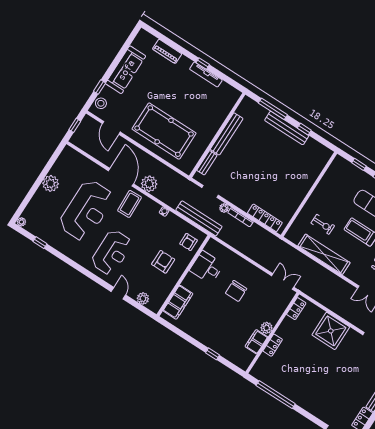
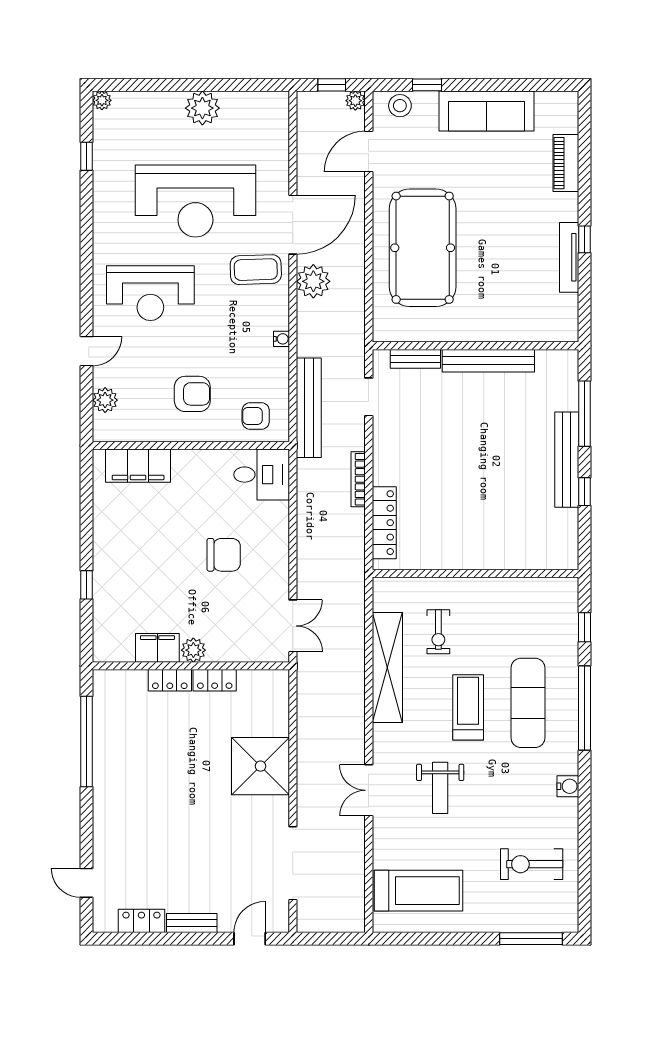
plant: (224, 208) -> (355, 101), moved
desk: (207, 267) -> (262, 475), moved, turned 90
chair: (236, 291) -> (224, 555), turned 180
locker: (296, 309) -> (215, 680), moved

